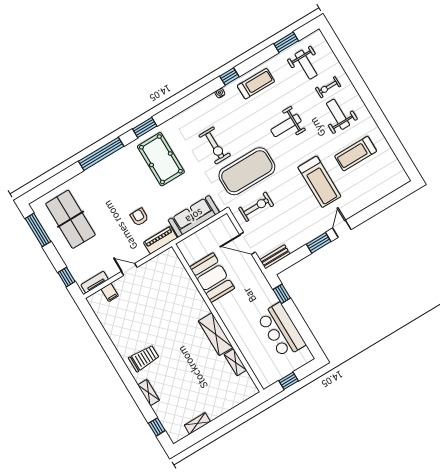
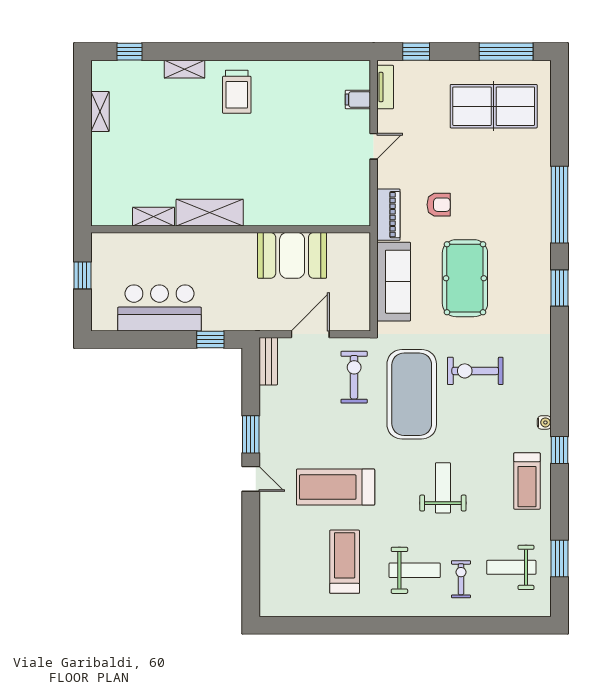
pool table: (161, 159) -> (465, 278), moved, turned 90
exercise bike: (256, 207) -> (354, 377), turned 180

